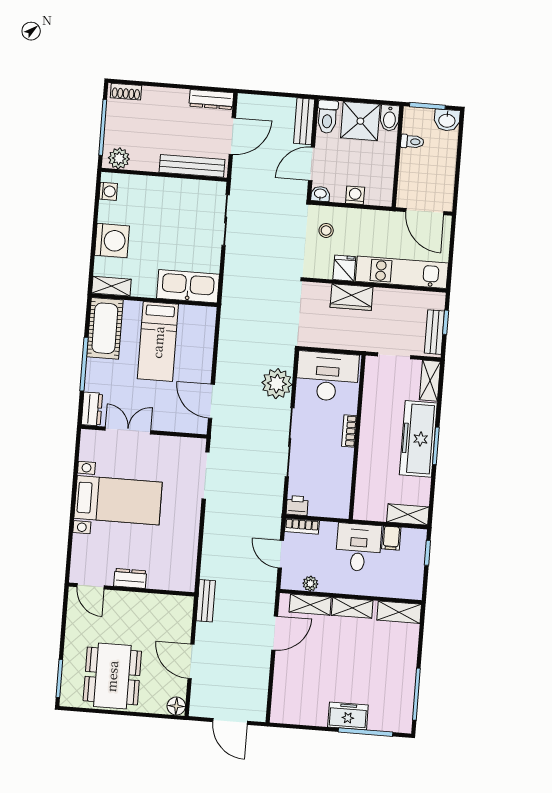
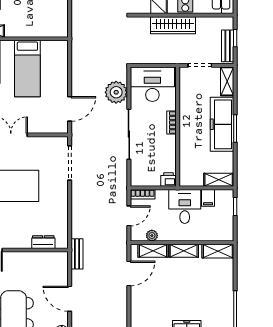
kitchen sink: (188, 286) -> (46, 27), removed
wardrobe: (352, 297) -> (173, 25), width x1.50
door: (211, 401) -> (70, 109), swing flipped
printer: (297, 505) -> (168, 180), moved
door: (281, 554) -> (129, 216), swing flipped
dresser: (130, 578) -> (43, 242), moved

